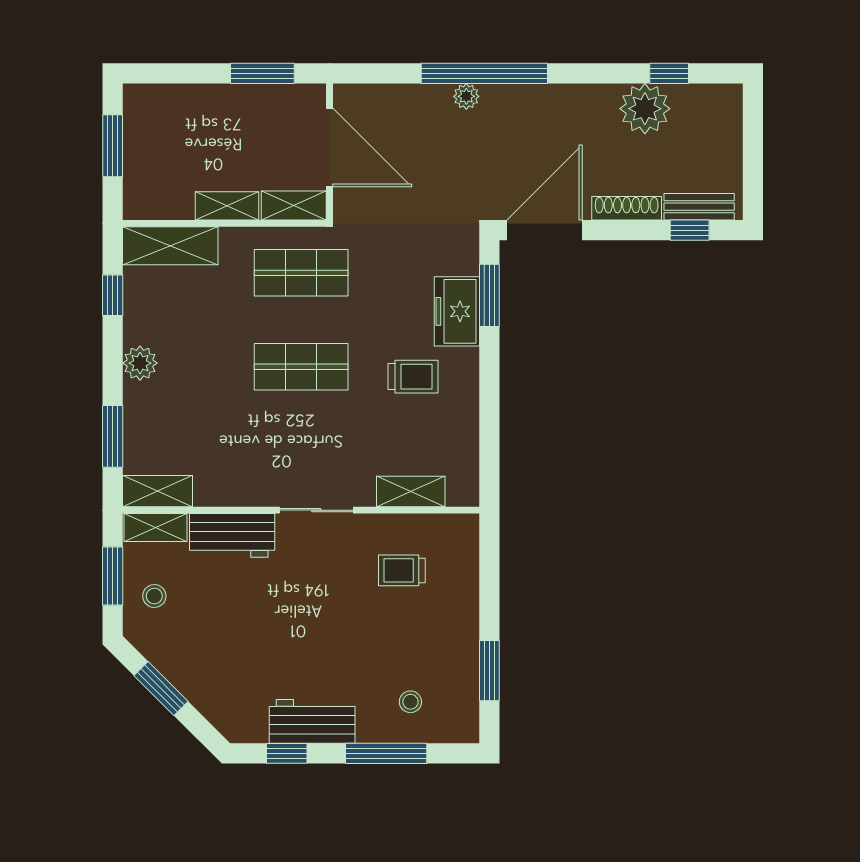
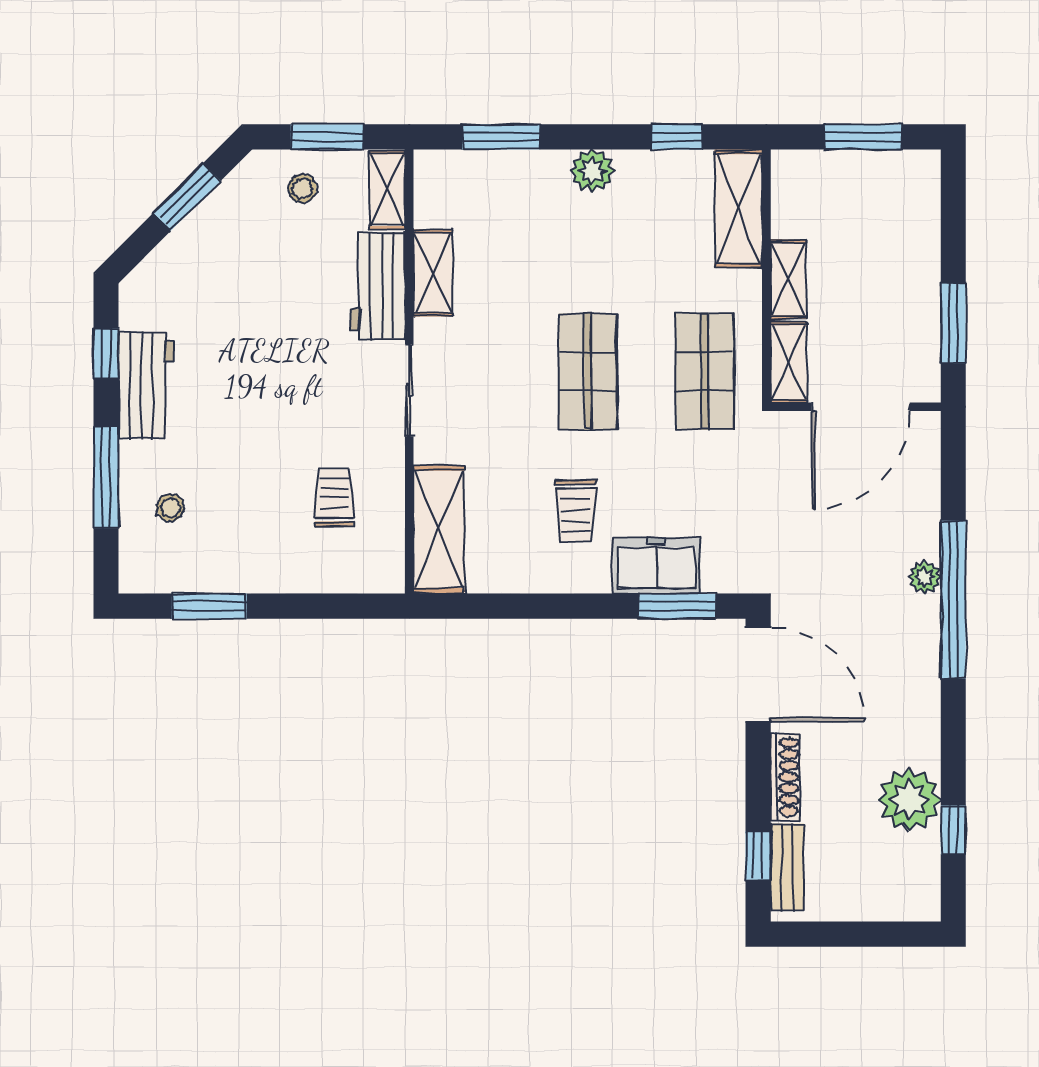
shelving: (158, 491) -> (433, 273), moved
shelving: (411, 491) -> (439, 529), width x1.50, depth x1.33

